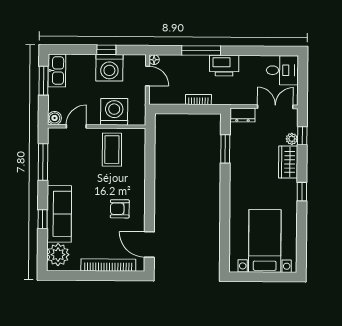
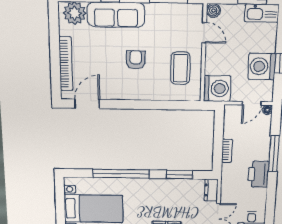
washing machine: (114, 112) -> (217, 88), moved
coffee table: (112, 150) -> (180, 68), turned 90
armchair: (120, 209) -> (136, 60), moved
window: (225, 211) -> (121, 174), added

